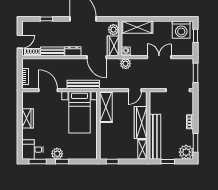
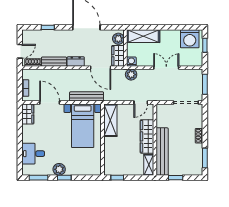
wardrobe: (27, 118) -> (28, 114), moved
desk: (32, 150) -> (33, 154), moved
plant: (186, 152) -> (195, 168), removed

